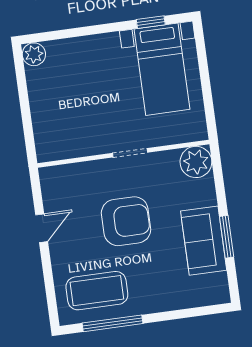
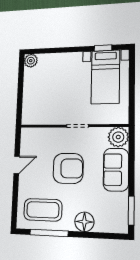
window: (227, 237) -> (131, 211), moved
sofa: (204, 241) -> (116, 170), moved
floor lamp: (164, 297) -> (84, 222), added

